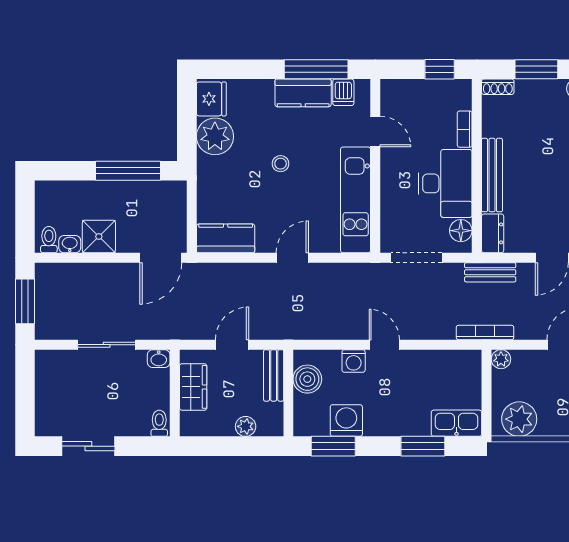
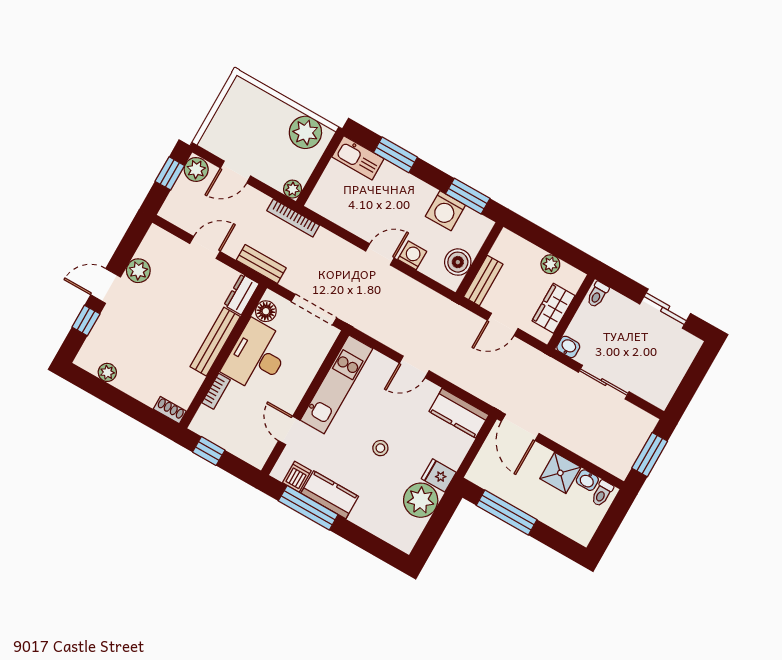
window: (536, 69) -> (131, 407), removed
fridge: (211, 99) -> (439, 475), moved, width x0.72
door: (161, 258) -> (520, 427), swing flipped
door: (384, 345) -> (380, 254), swing flipped
plant: (246, 426) -> (550, 264), moved

